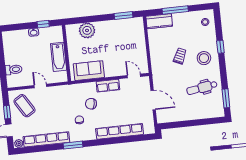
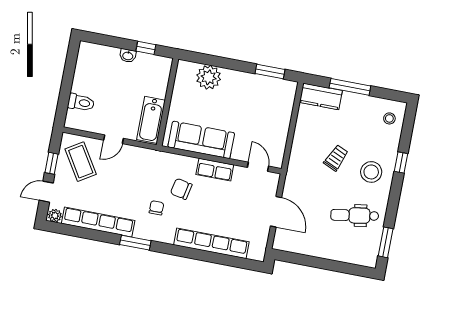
bathtub: (59, 57) -> (151, 120), moved
sofa: (89, 71) -> (201, 140), width x1.36
door: (40, 86) -> (113, 139), swing flipped

